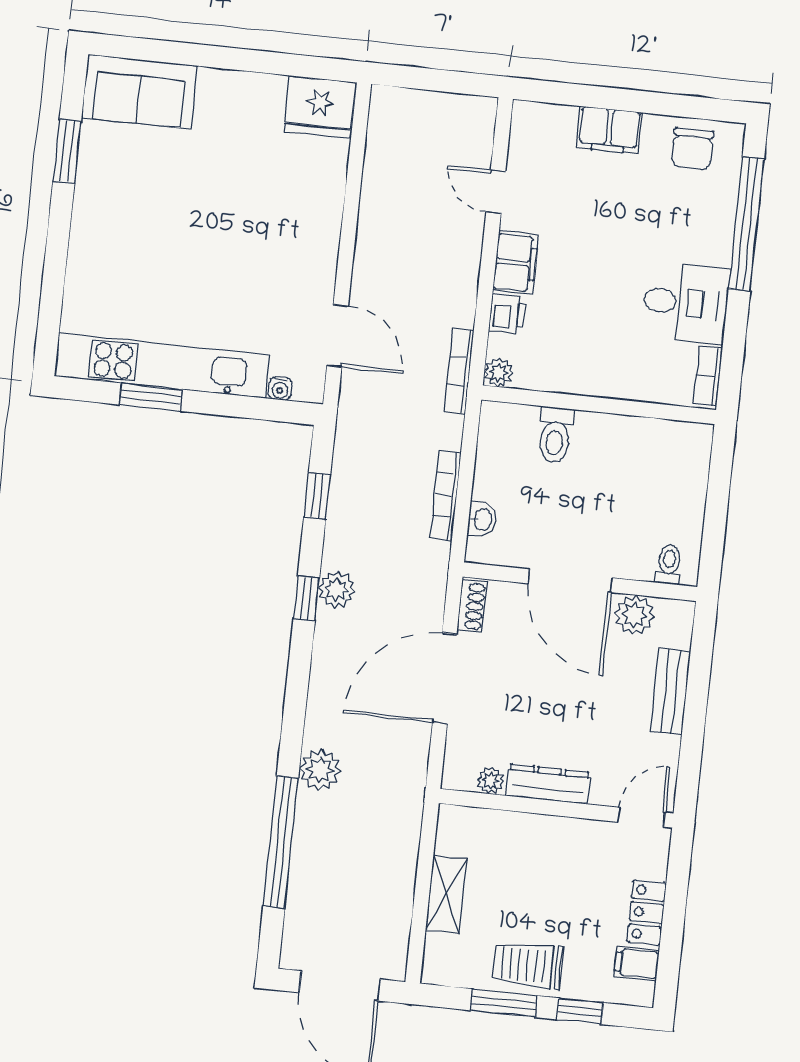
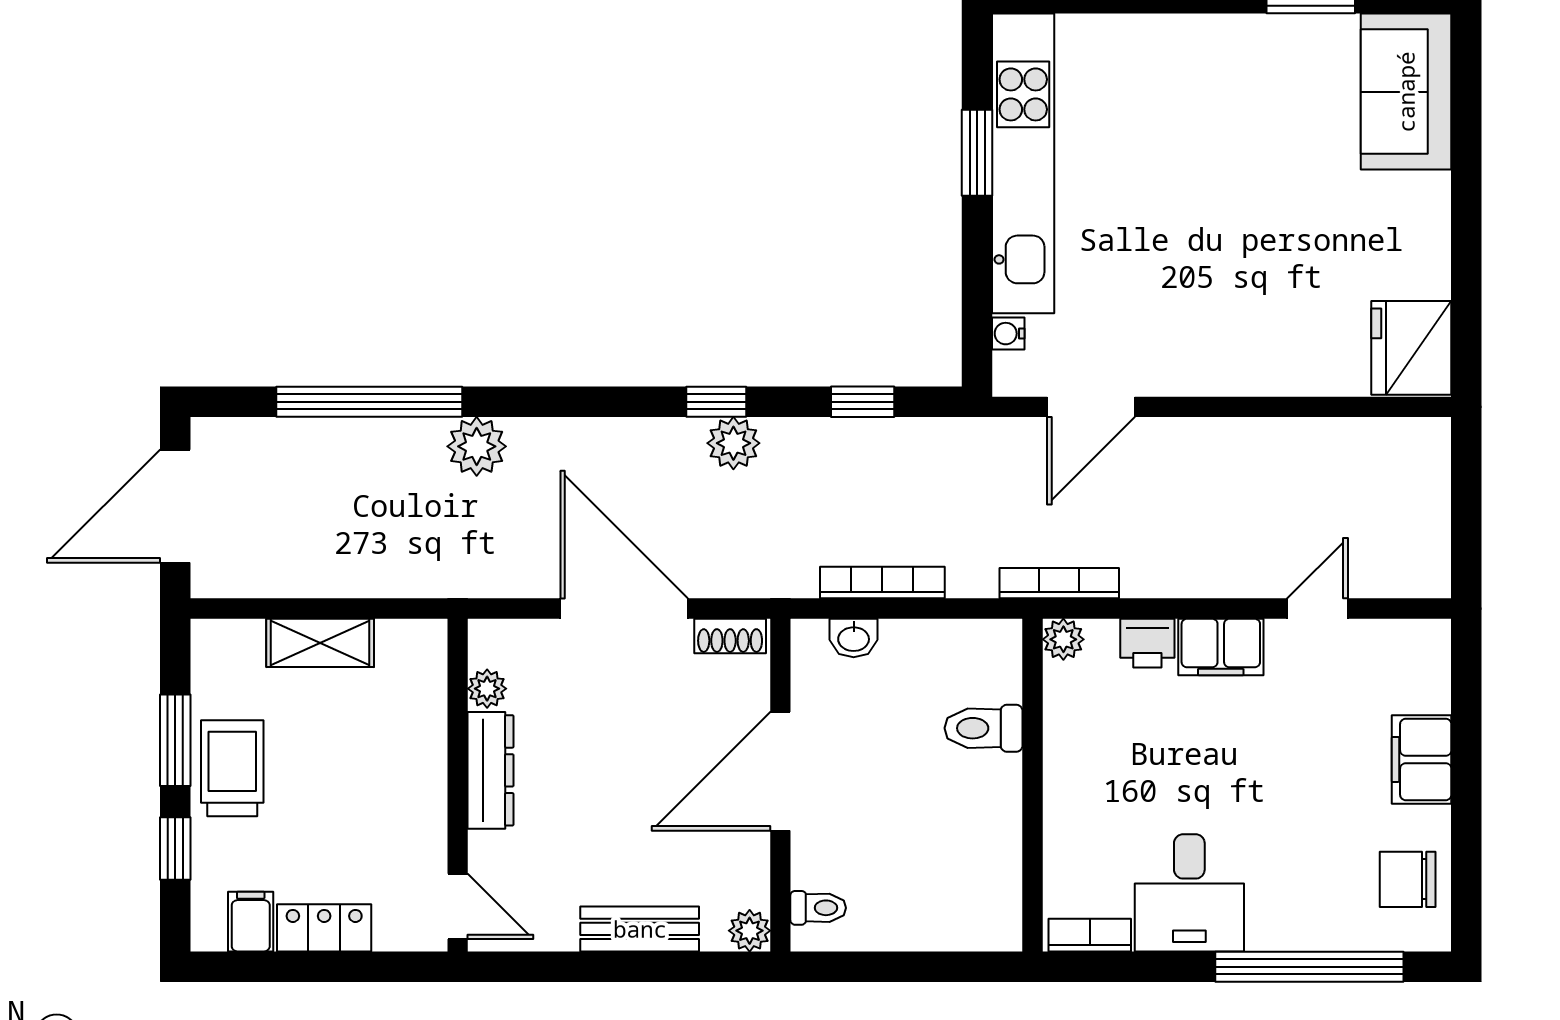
plant: (634, 615) -> (750, 931), moved, width x0.73, depth x0.73

